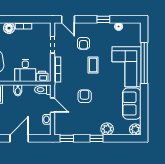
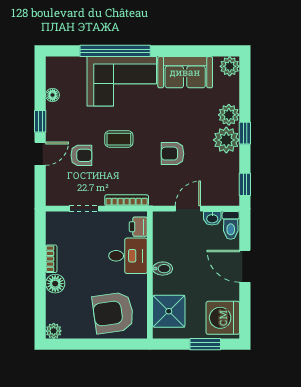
door: (68, 19) -> (40, 154), moved
toilet: (43, 90) -> (231, 225), moved
plant: (92, 127) -> (226, 140), added

